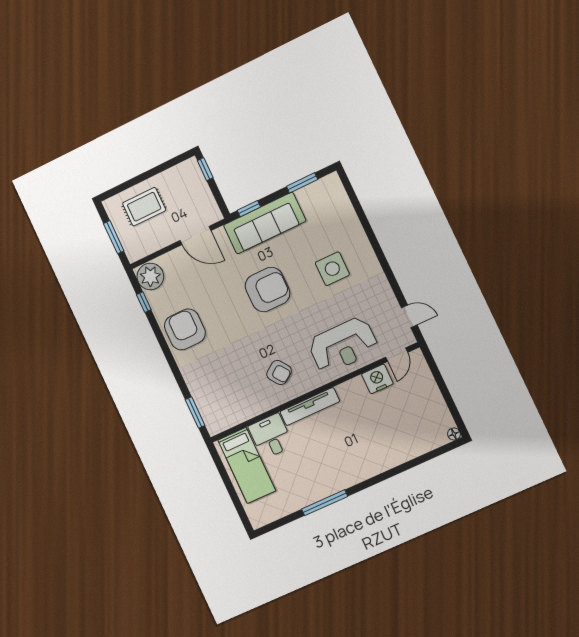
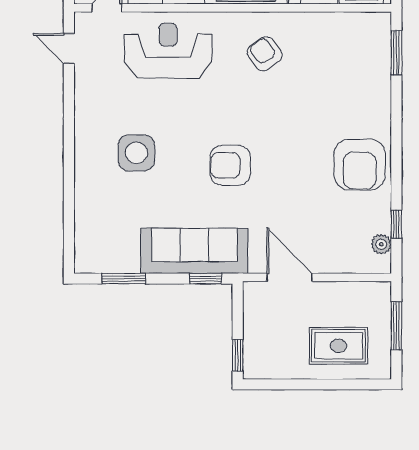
plant: (150, 276) -> (381, 244), width x0.53, depth x0.53
armchair: (267, 290) -> (230, 165), width x0.73, depth x0.73

